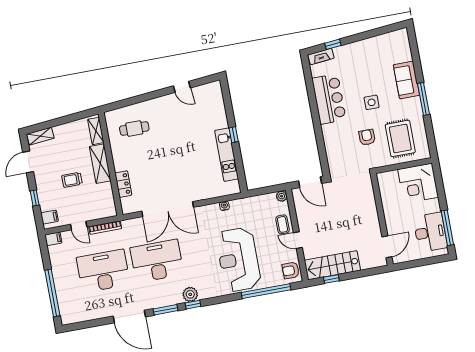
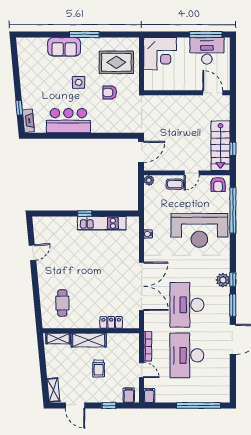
door: (79, 226) -> (142, 370), hinge flipped

